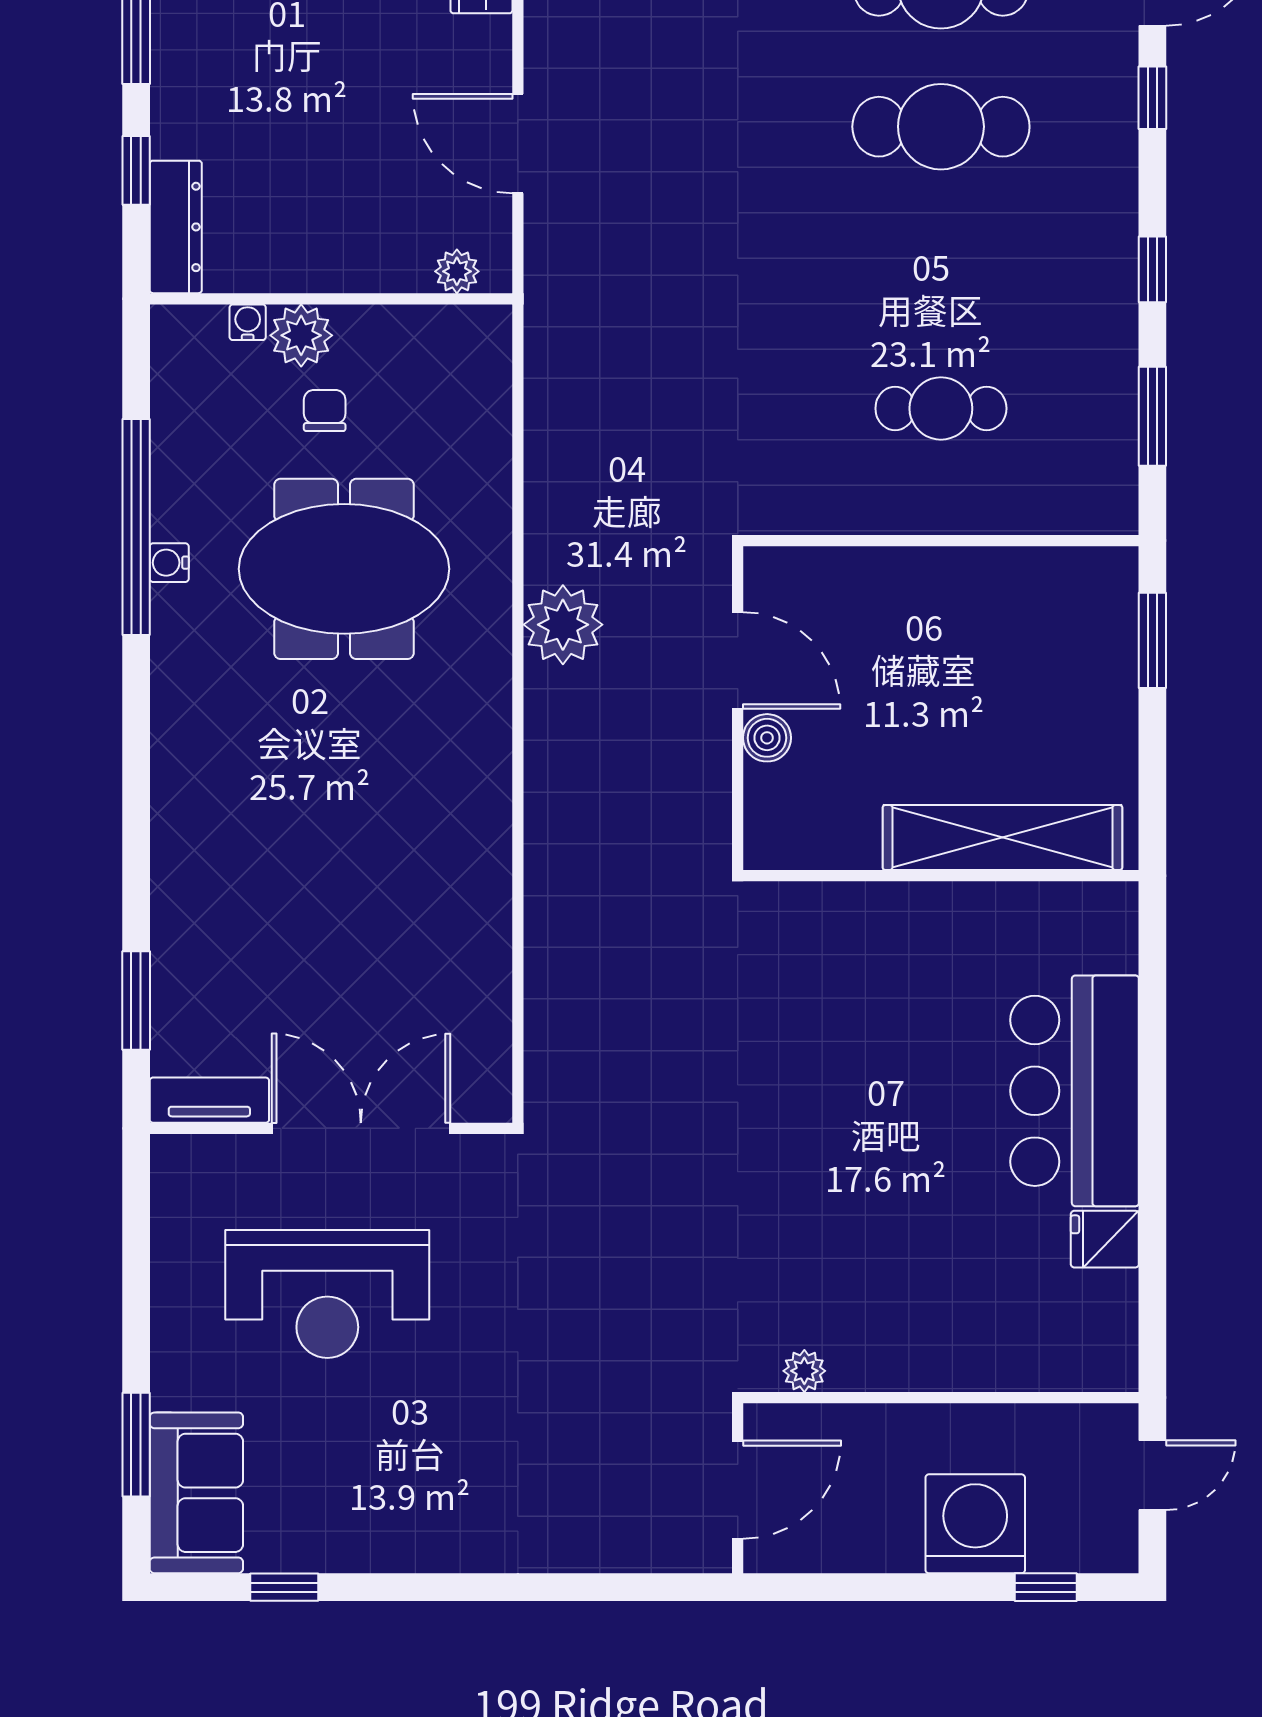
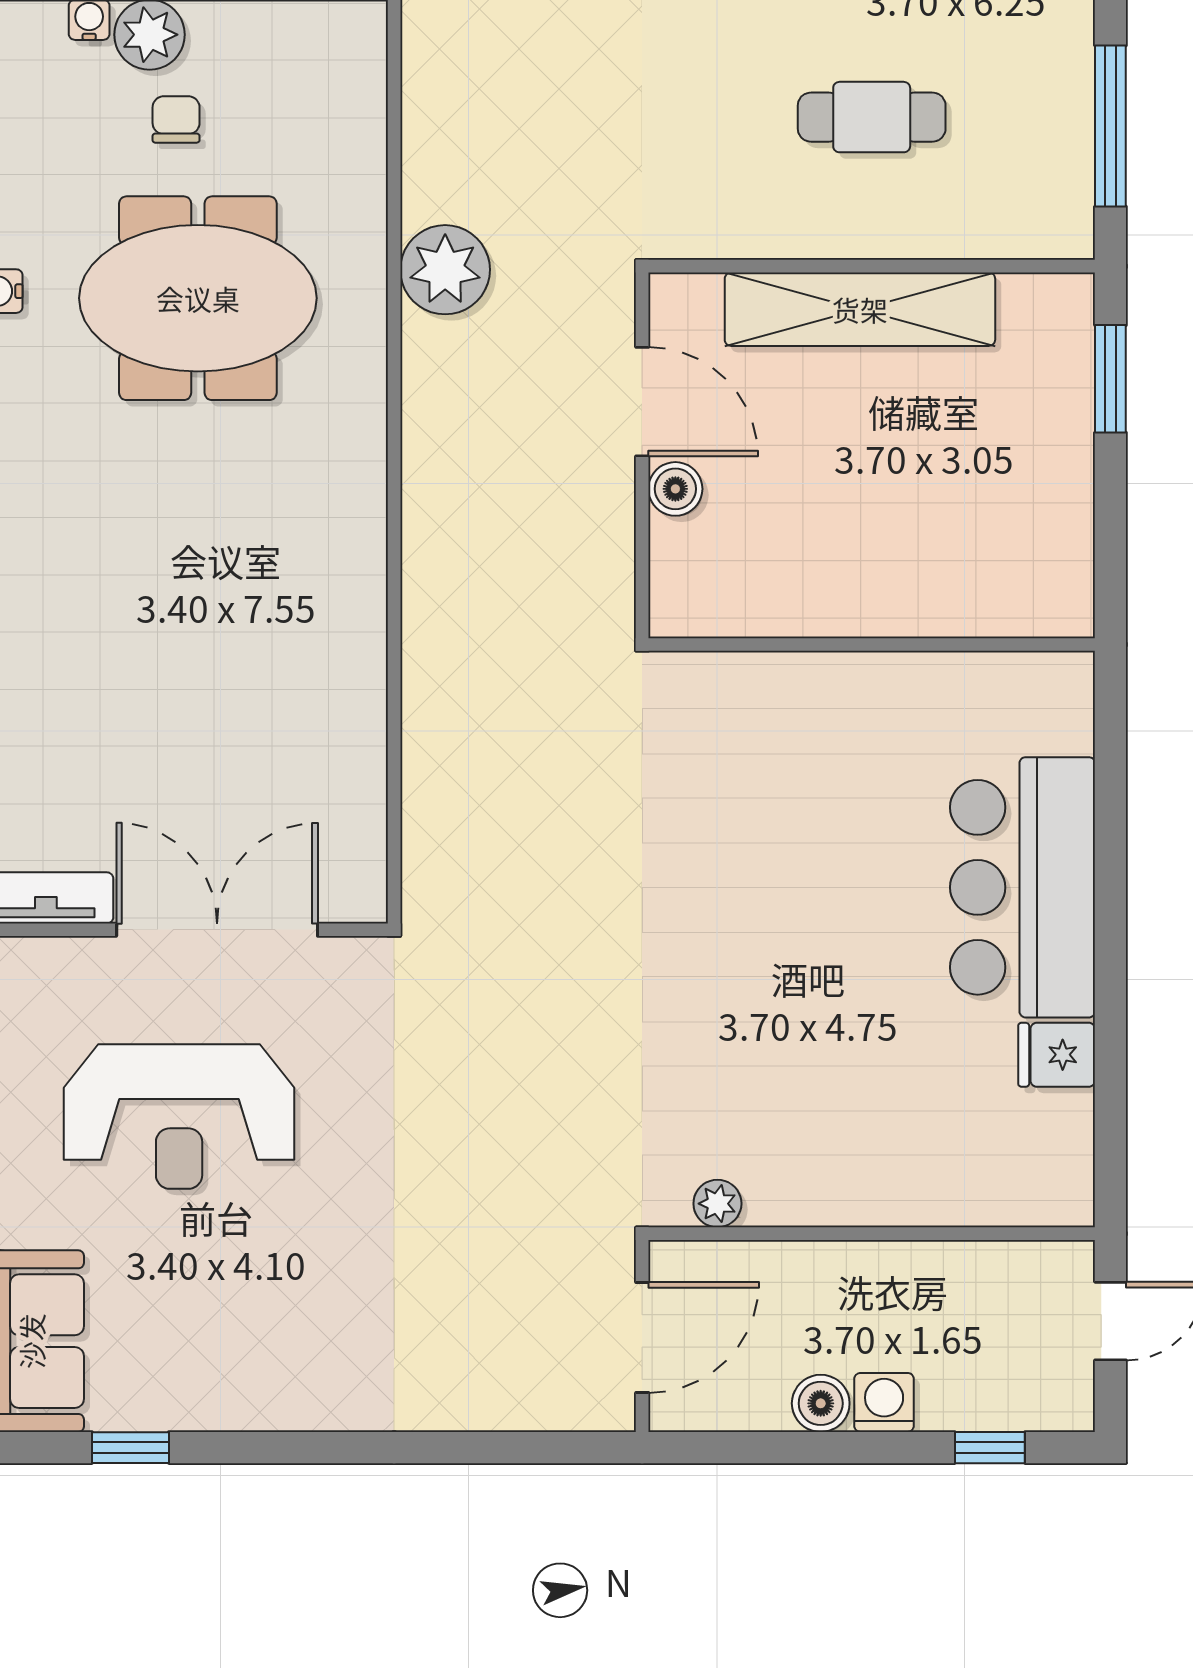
window: (1152, 416) -> (1110, 126), width x1.44
plant: (563, 625) -> (445, 270), moved
shelving: (1002, 838) -> (860, 309), moved
washing machine: (975, 1524) -> (884, 1402), width x0.53, depth x0.53
boiler: (896, 1548) -> (821, 1403), added

